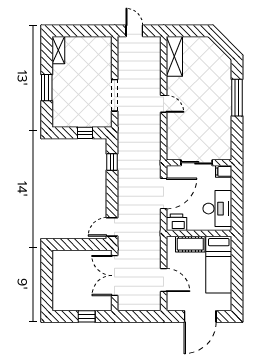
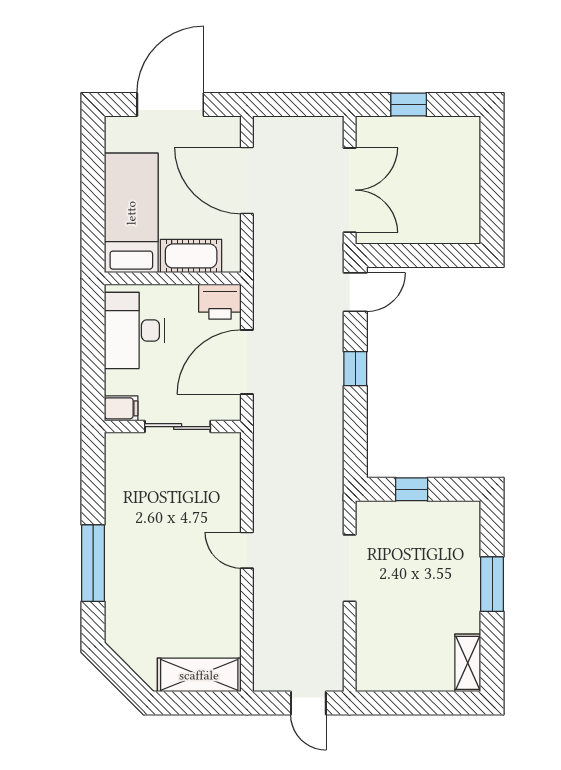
shelving: (174, 56) -> (199, 675), moved, turned 90
window: (112, 162) -> (355, 369), moved
door: (164, 280) -> (247, 181), width x1.36

